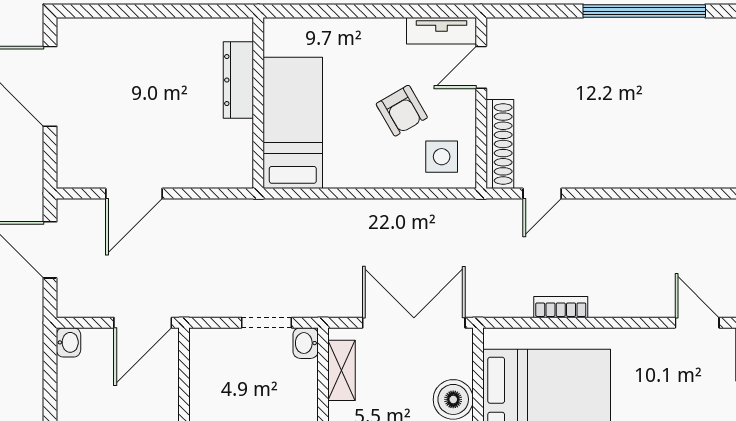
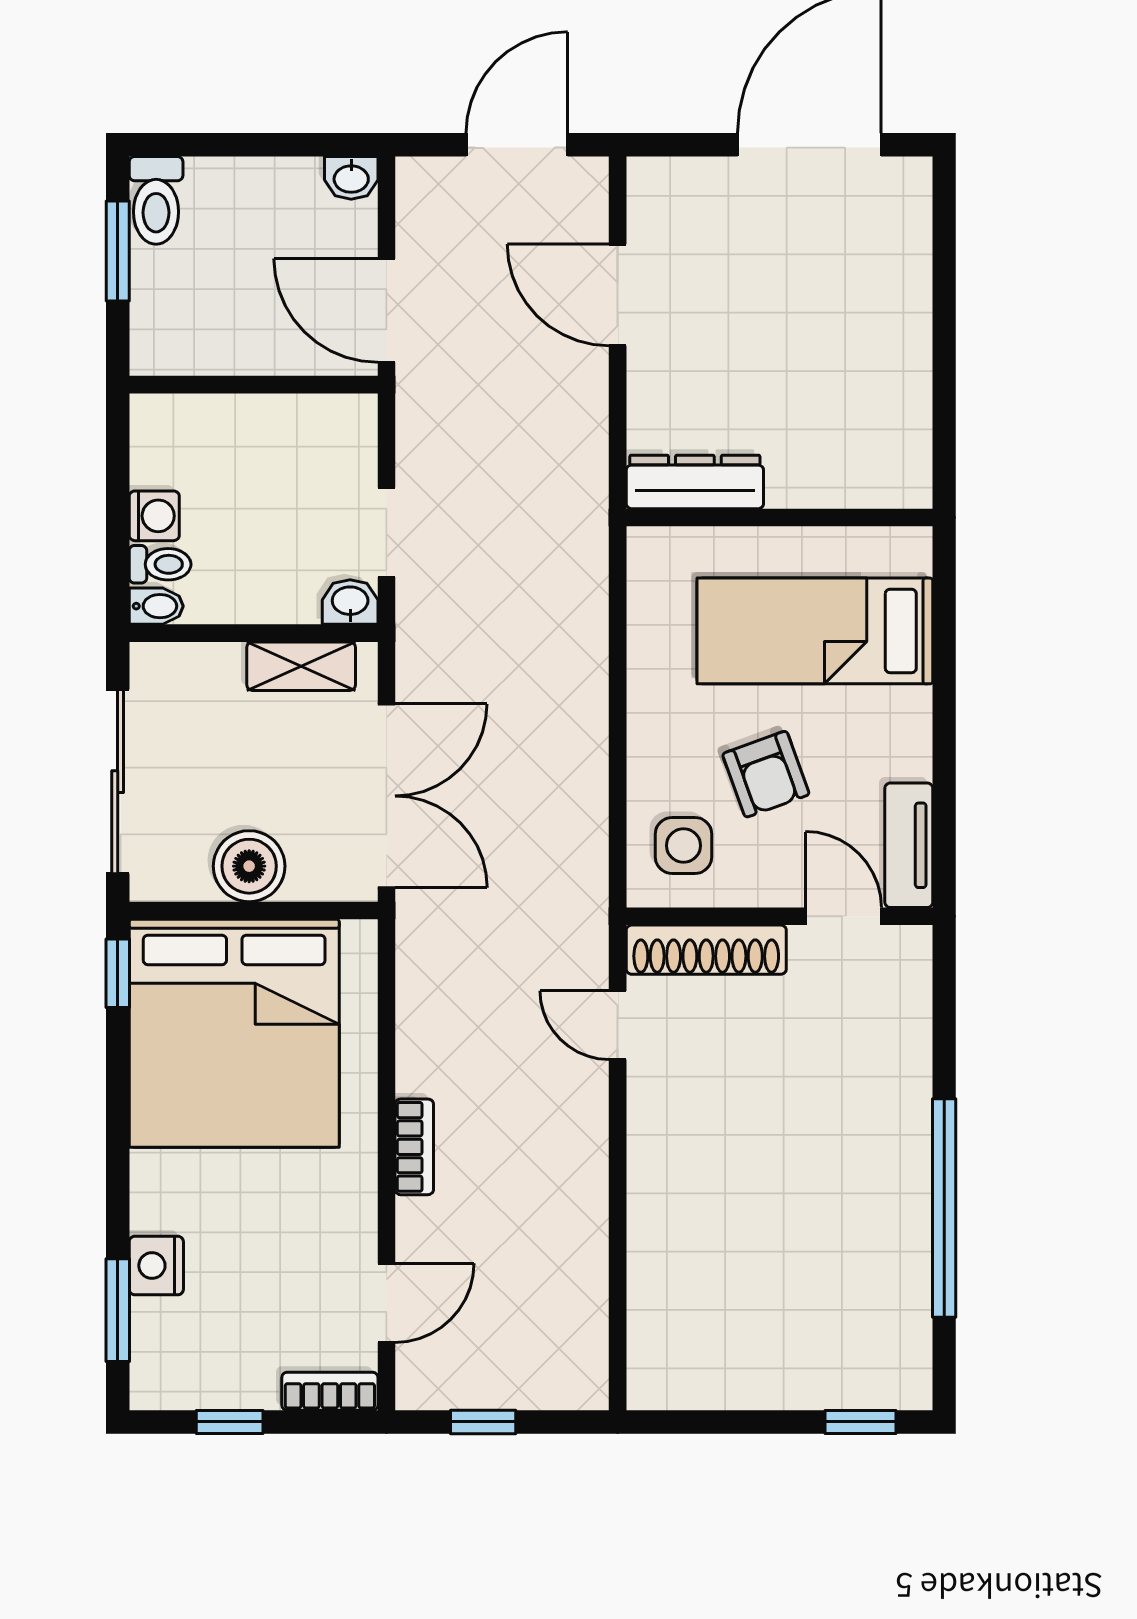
dresser: (238, 80) -> (695, 482), moved
armchair: (402, 111) -> (766, 774), turned -80
bed: (293, 123) -> (815, 631), moved, turned 180
bookcase: (561, 307) -> (414, 1147), moved

